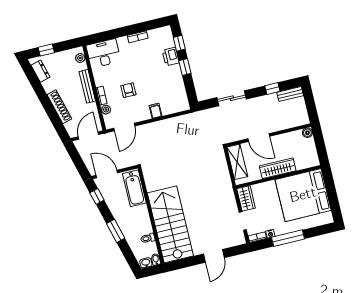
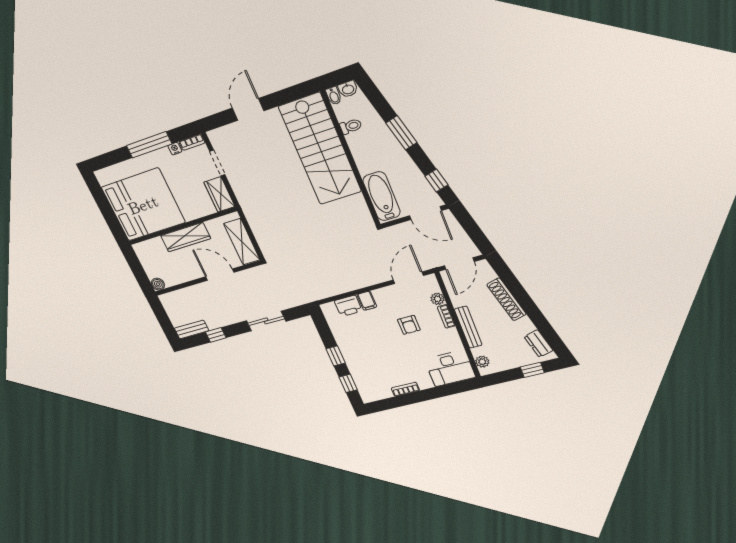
printer: (171, 57) -> (348, 306), moved, turned 90

